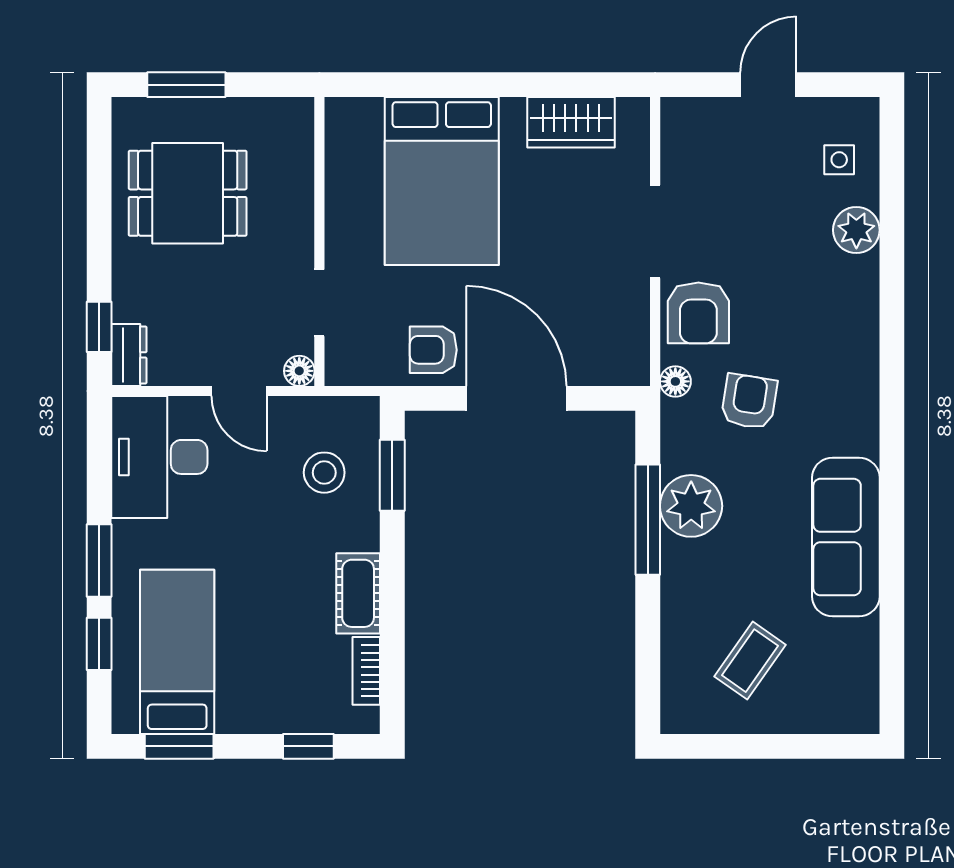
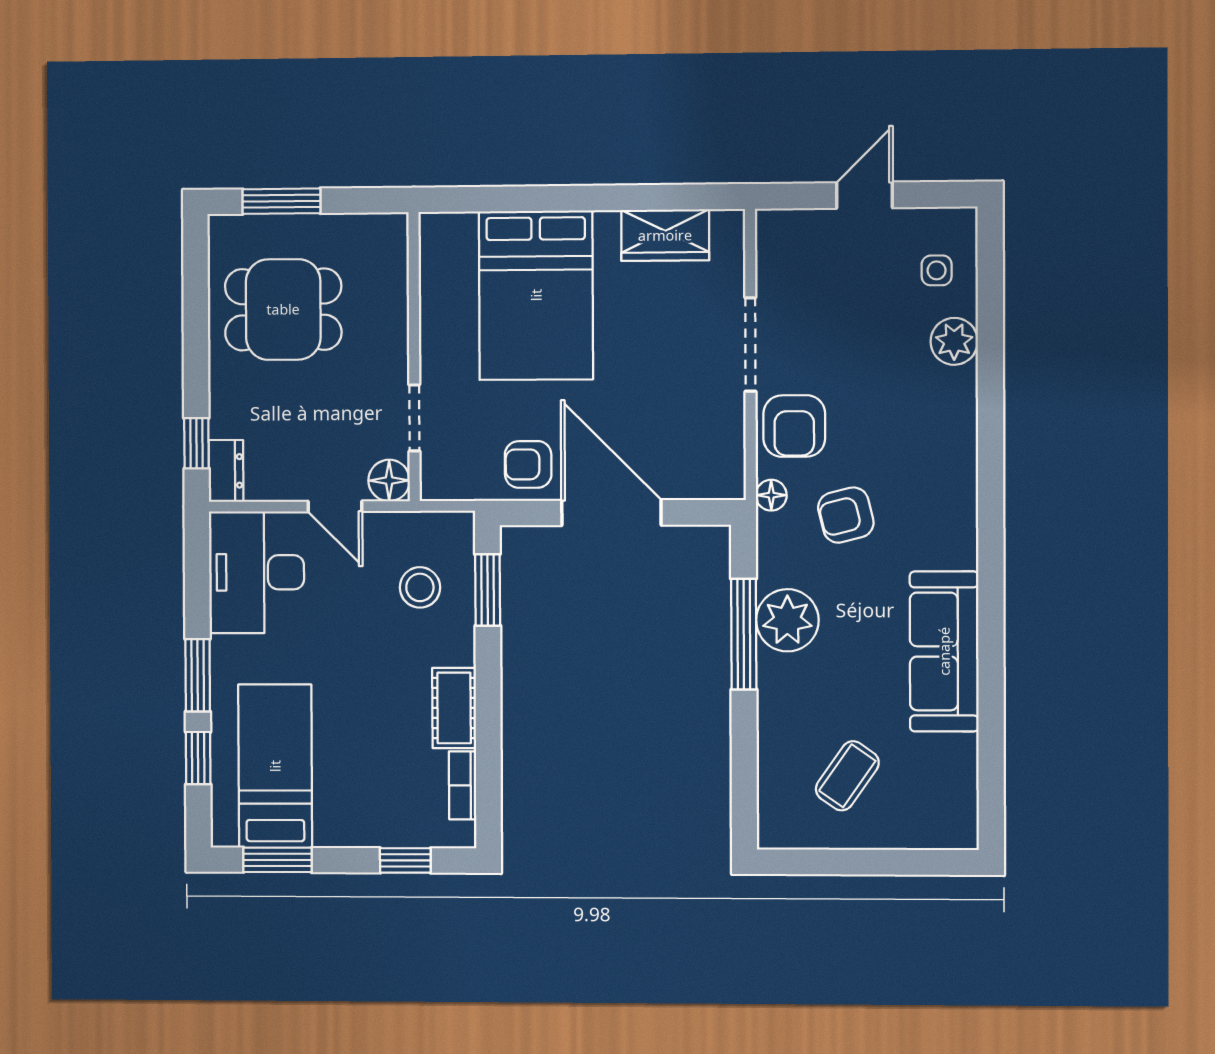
floor lamp: (299, 371) -> (389, 480), width x1.37, depth x1.37
armchair: (749, 401) -> (846, 515), turned -113

